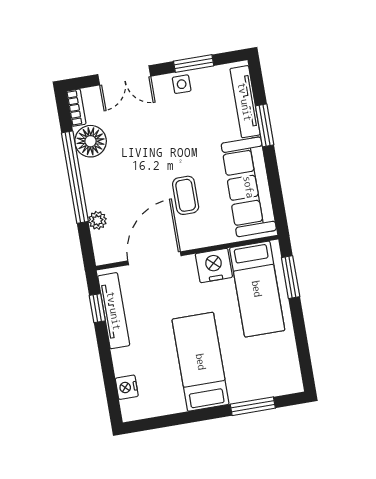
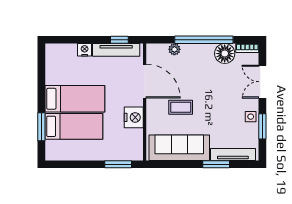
bed: (257, 289) -> (74, 126), moved, turned 180
nightstand: (127, 387) -> (85, 50), moved

